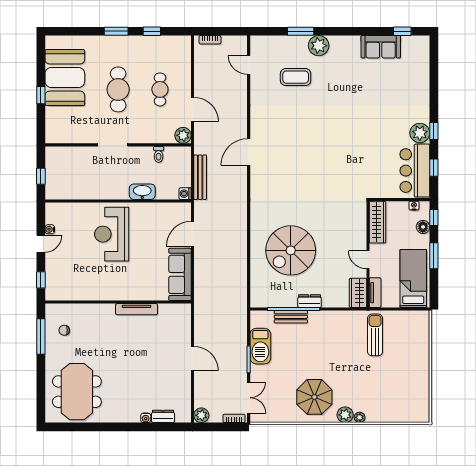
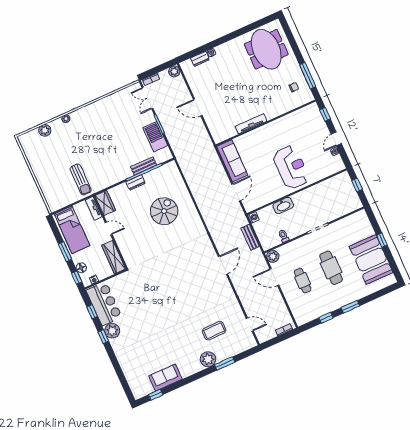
bench: (200, 177) -> (250, 237), width x0.73
spiral stairs: (291, 250) -> (164, 211), width x0.73, depth x0.73
parasol: (314, 397) -> (103, 119), removed
plant: (345, 415) -> (45, 130), moved

